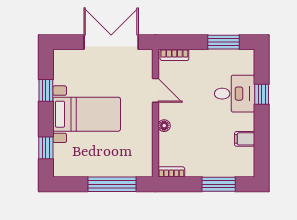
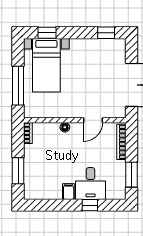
bookcase: (174, 55) -> (121, 142), width x1.56
window: (46, 90) -> (106, 33), moved
bed with nightstands: (87, 114) -> (46, 65), moved
filing cabinet: (245, 139) -> (69, 192), moved

